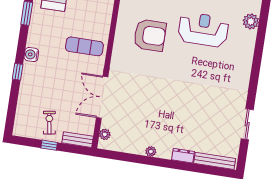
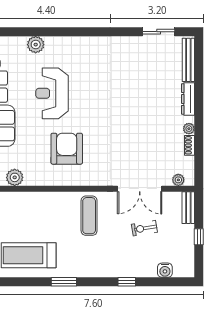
water cooler: (31, 55) -> (165, 270), moved
exercise bike: (49, 123) -> (144, 228), moved
sliding door: (247, 124) -> (159, 32), moved
shoe rack: (135, 150) -> (190, 145), added
dresser: (183, 156) -> (188, 99), width x1.44

